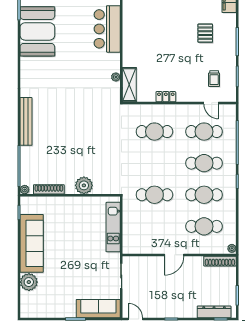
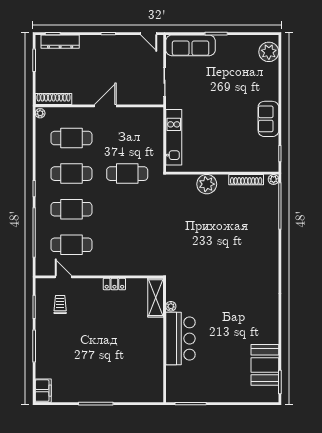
bar counter: (107, 29) -> (180, 339), moved
booth: (37, 31) -> (265, 365), width x0.73, depth x0.70
pallet: (205, 33) -> (70, 356), removed
bench: (26, 121) -> (272, 256), removed
cafe table: (154, 132) -> (127, 245), removed
sofa: (32, 243) -> (268, 119), width x0.54, depth x0.79
plant: (29, 282) -> (269, 52), moved

